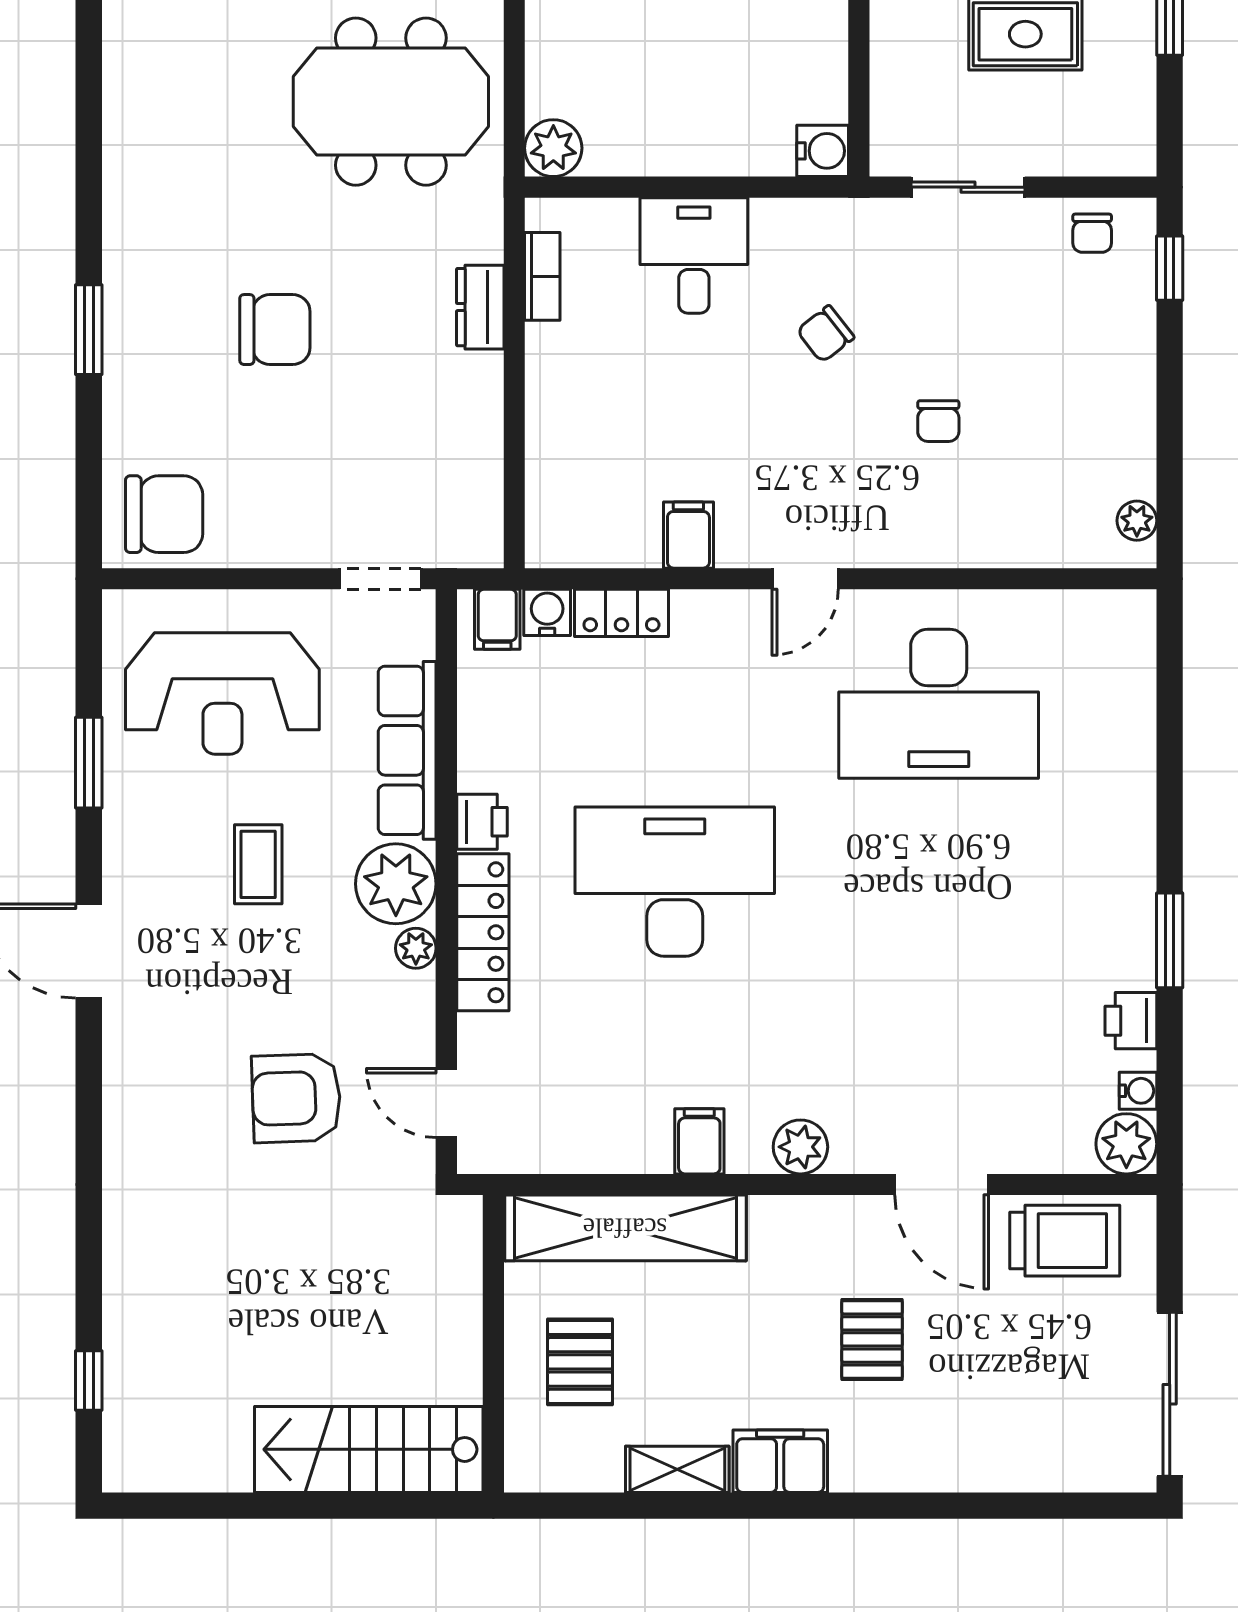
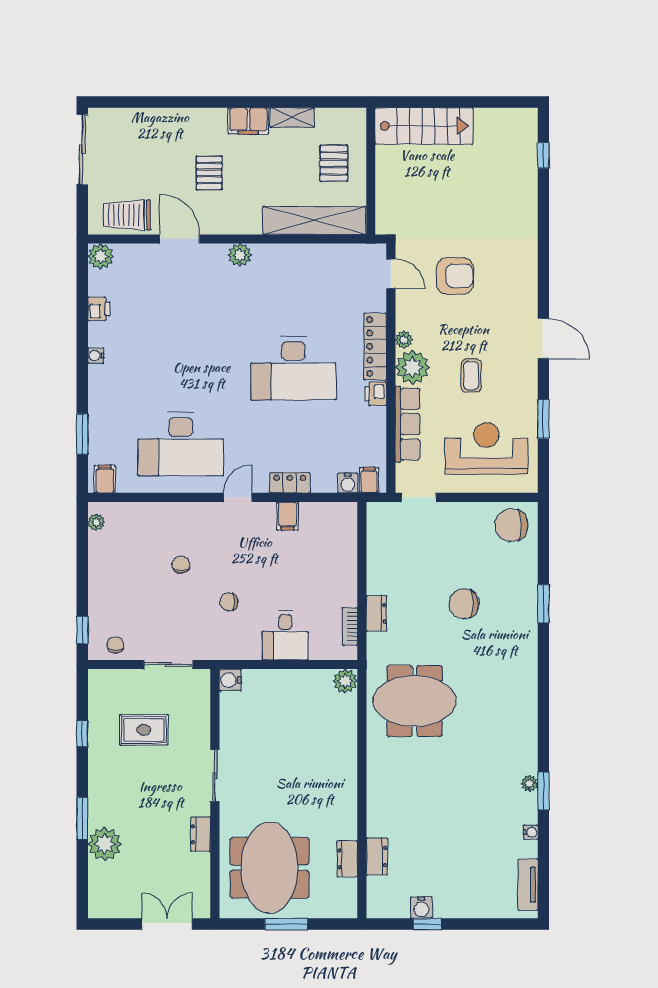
chair: (825, 334) -> (229, 602), turned -142
locker: (621, 613) -> (290, 483), moved
desk: (939, 704) -> (181, 444), turned 180
window: (1170, 940) -> (82, 434), moved
water cooler: (1138, 1091) -> (96, 356), moved
filing cabinet: (699, 1141) -> (105, 479), moved, turned 180

